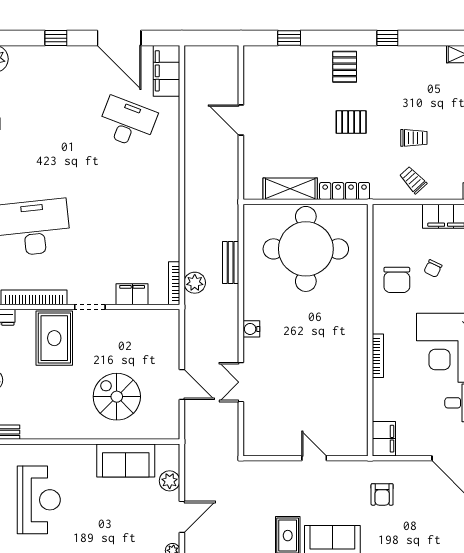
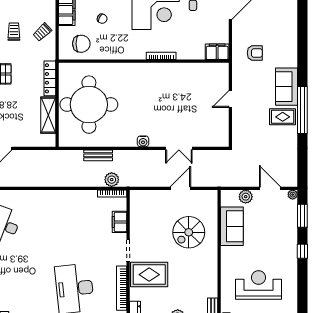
chair: (397, 280) -> (81, 44), moved

